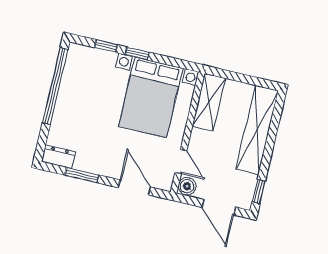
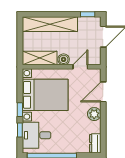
desk: (92, 70) -> (36, 135), added
plant: (104, 166) -> (94, 114), added
window: (82, 175) -> (103, 126), removed
boiler: (187, 186) -> (64, 59), moved

